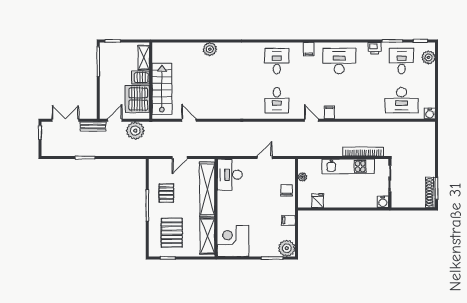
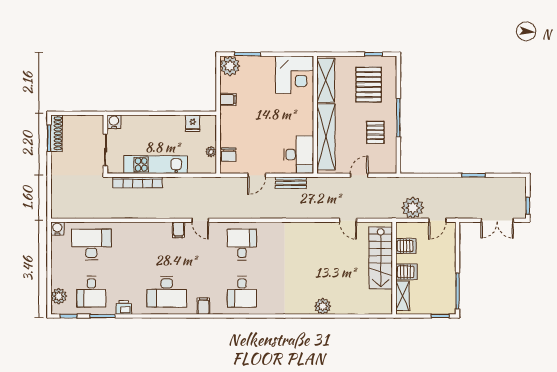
server rack: (137, 99) -> (406, 246), width x0.46, depth x0.70
bench: (93, 127) -> (291, 183), moved
chair: (287, 190) -> (229, 155), moved

